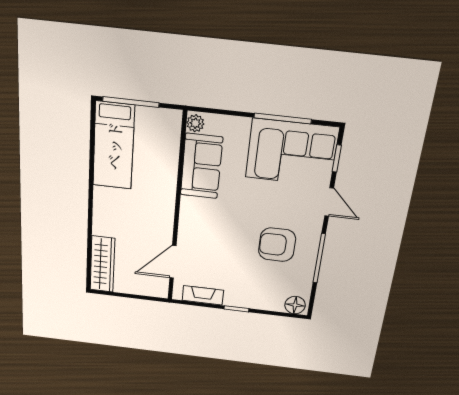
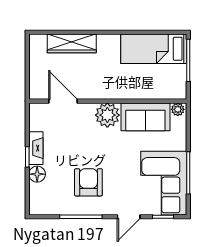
plant: (195, 213) -> (107, 115), added
wardrobe: (102, 264) -> (72, 43), moved
fireplace: (203, 295) -> (36, 148), moved
floor lamp: (295, 305) -> (37, 174), moved

